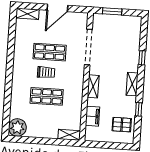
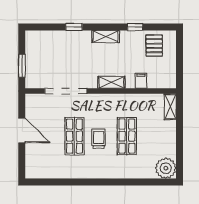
shelving: (27, 14) -> (31, 165), removed
filing cabinet: (93, 116) -> (141, 81), width x0.50

